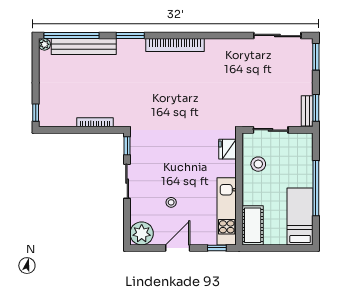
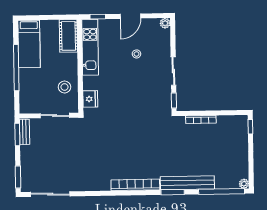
bench: (84, 47) -> (187, 183), moved
plant: (142, 233) -> (165, 23), width x0.53, depth x0.53

